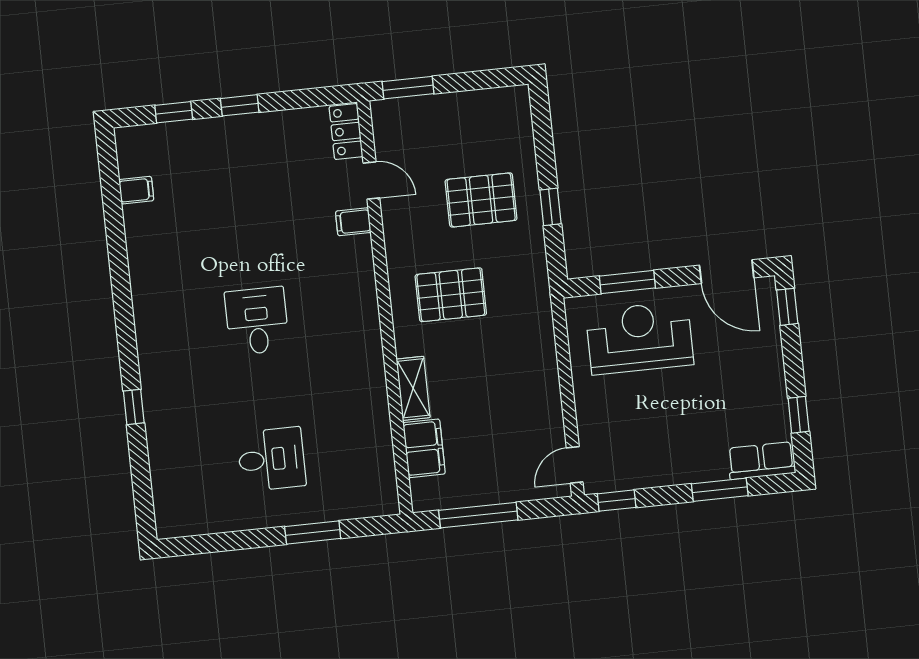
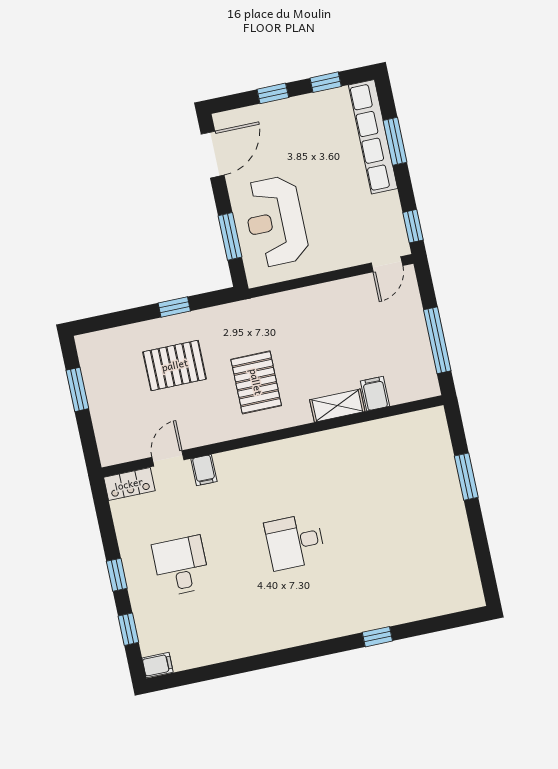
window: (408, 88) -> (77, 389), moved
filing cabinet: (136, 190) -> (158, 665), moved, turned 90
pallet: (481, 200) -> (175, 365), turned 90
window: (787, 307) -> (273, 93), moved
filing cabinet: (424, 448) -> (375, 394), width x0.50
desk: (271, 459) -> (181, 566), moved
row of seats: (761, 461) -> (373, 137), width x2.02
door: (575, 465) -> (387, 264), hinge flipped

